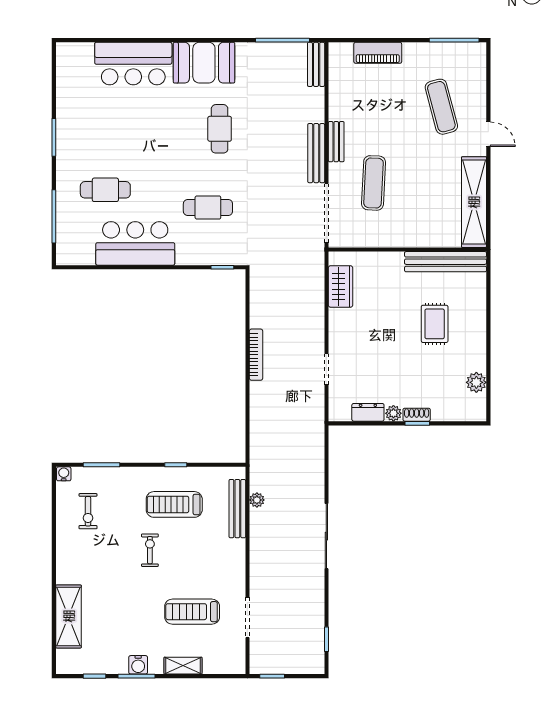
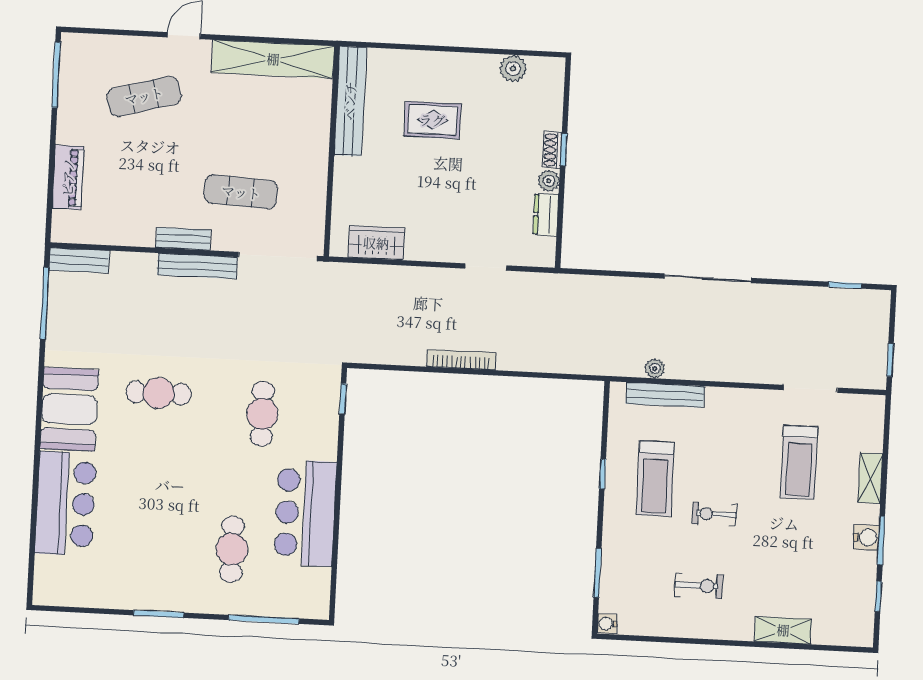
exercise bike: (88, 511) -> (699, 586), moved
shelving: (69, 616) -> (783, 630), width x0.67, depth x0.75

